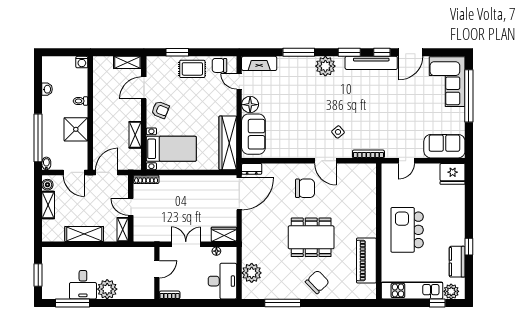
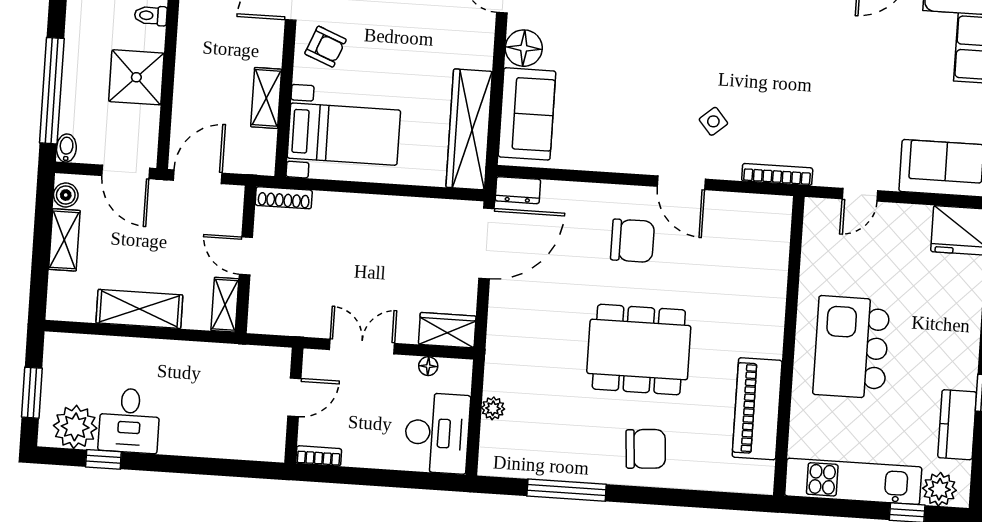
plant: (252, 273) -> (493, 408), width x0.53, depth x0.53
chair: (317, 282) -> (646, 449), turned 40
plant: (107, 289) -> (75, 427), moved
window: (72, 303) -> (103, 459), width x0.46

